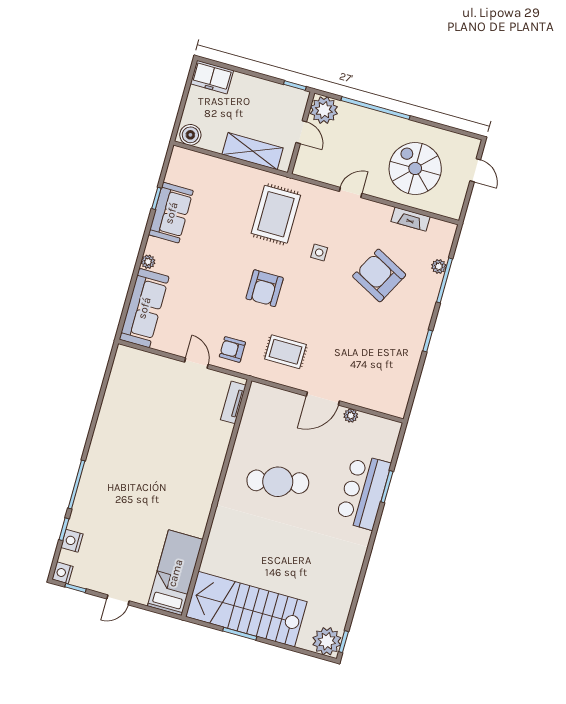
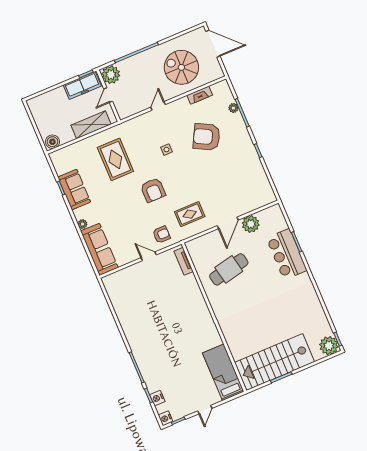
freezer: (212, 77) -> (82, 86), moved, width x1.40
door: (301, 132) -> (108, 95), swing flipped
door: (475, 170) -> (213, 44), width x1.87
rug: (276, 214) -> (115, 159), moved
armchair: (232, 349) -> (161, 235), turned 180
plant: (351, 416) -> (251, 224), width x1.88, depth x1.88
cafe table: (278, 482) -> (229, 269), moved

